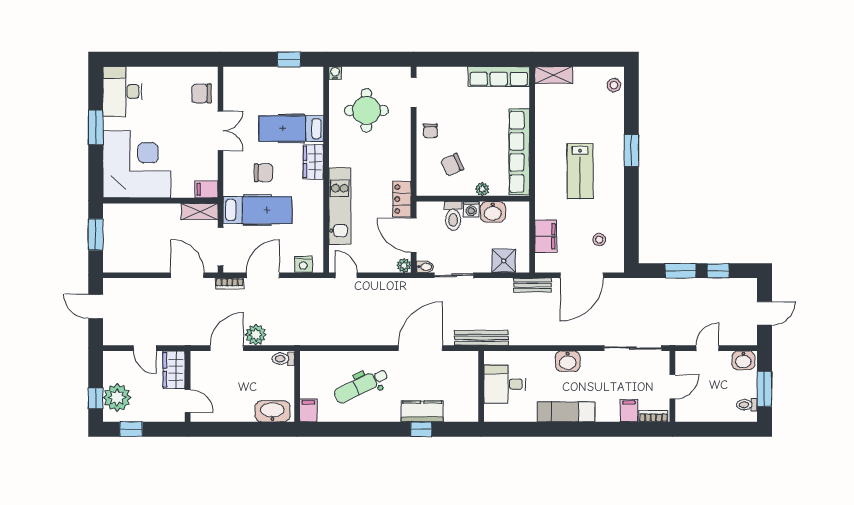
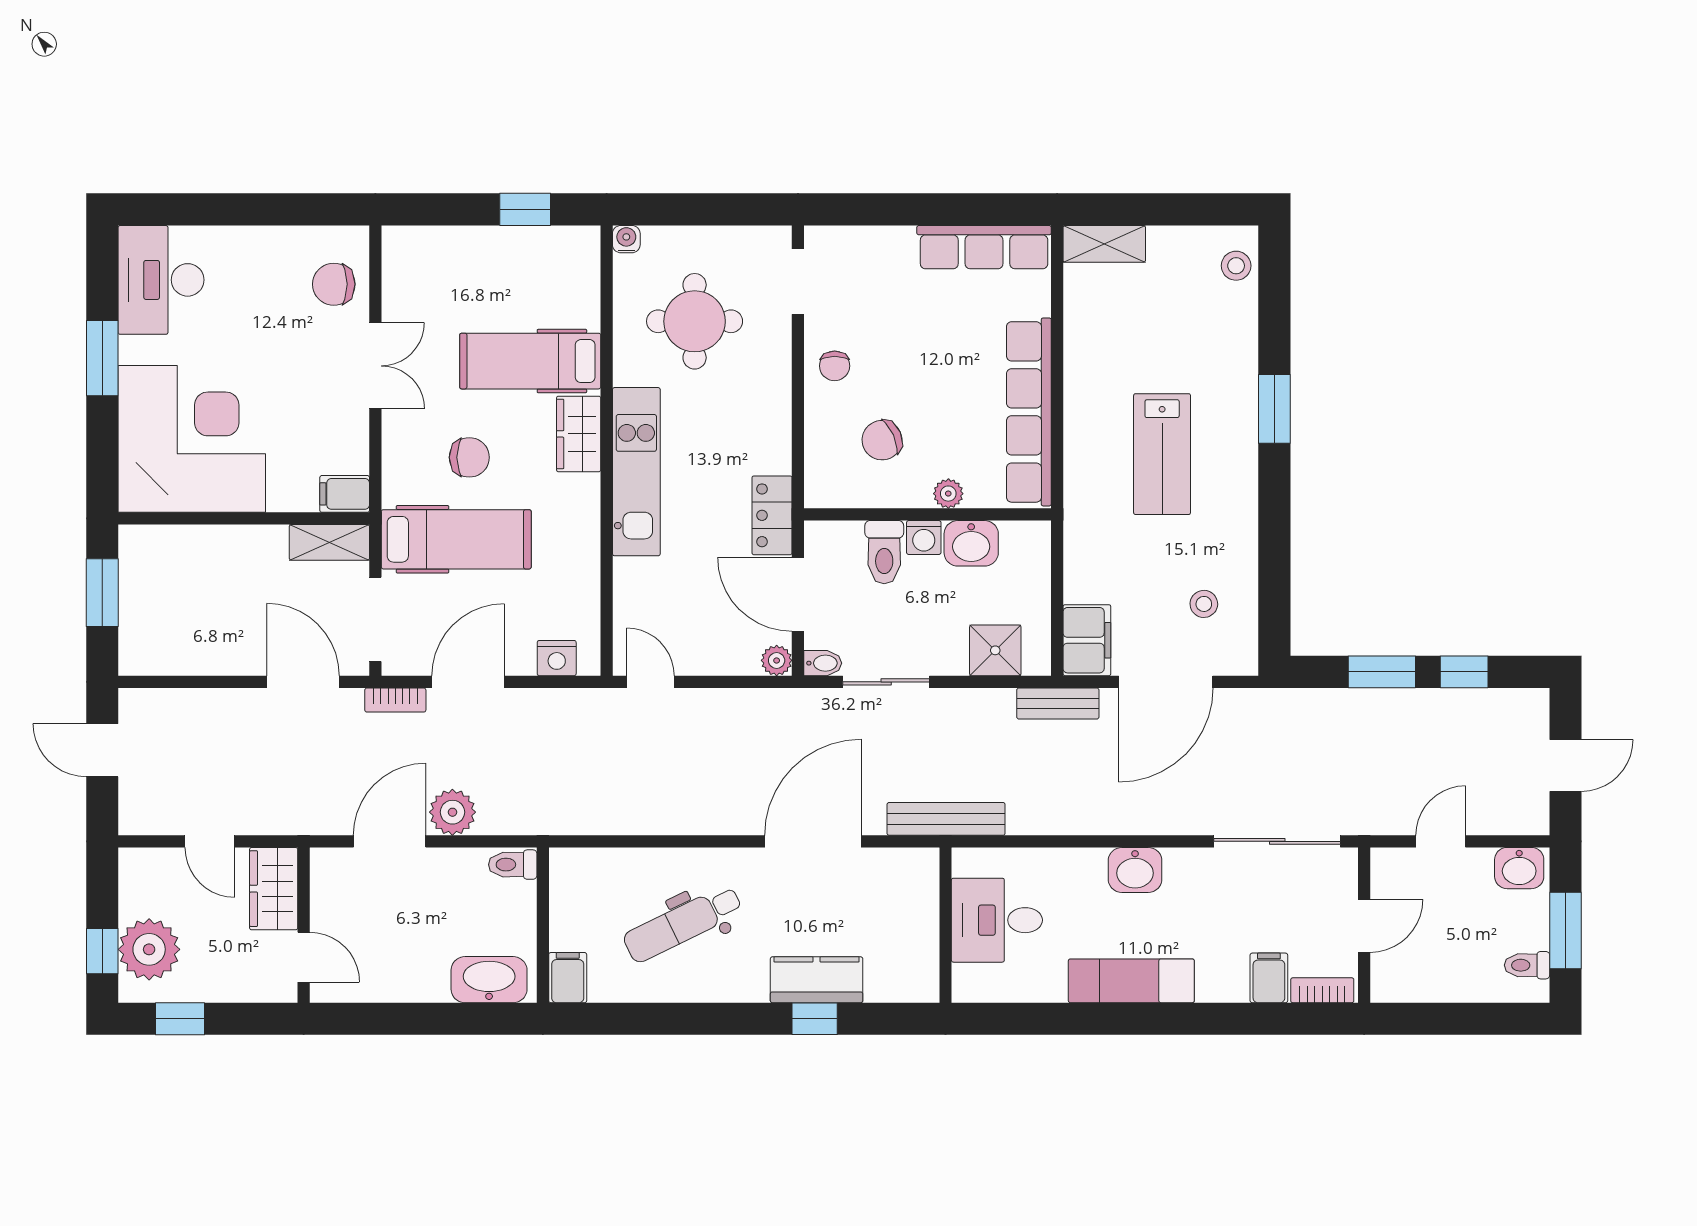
kitchen unit: (340, 206) -> (636, 472), moved
filing cabinet: (546, 236) -> (1087, 640), moved

